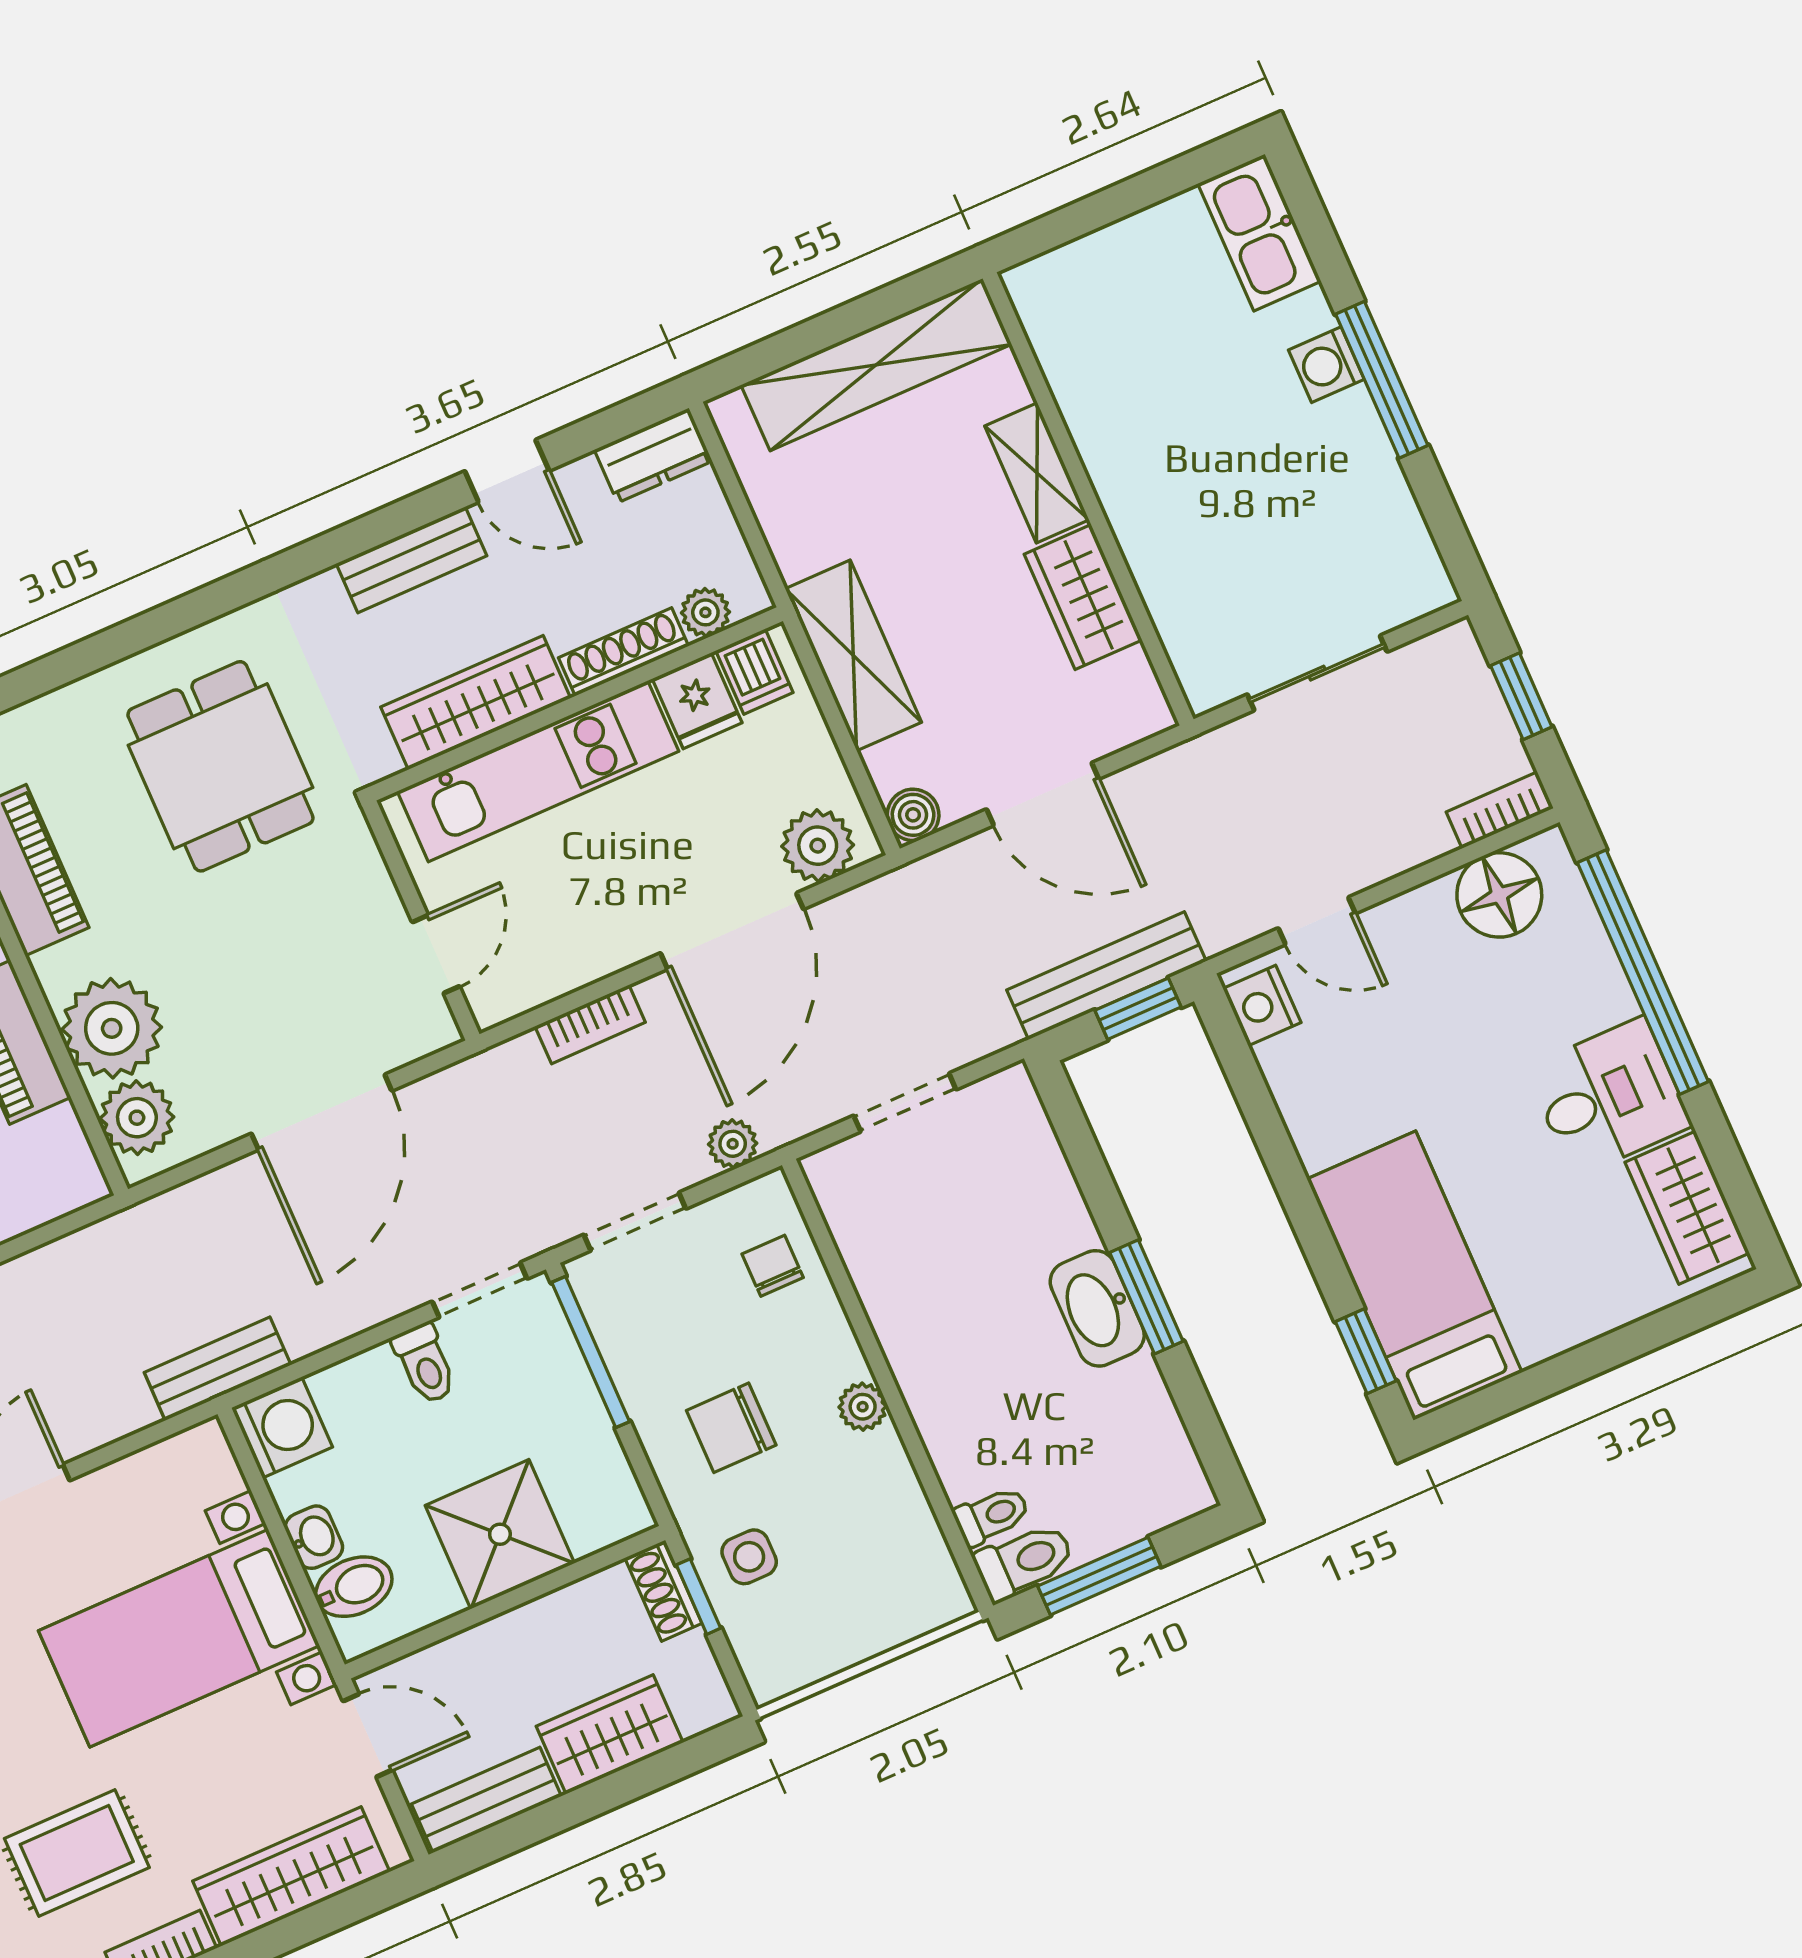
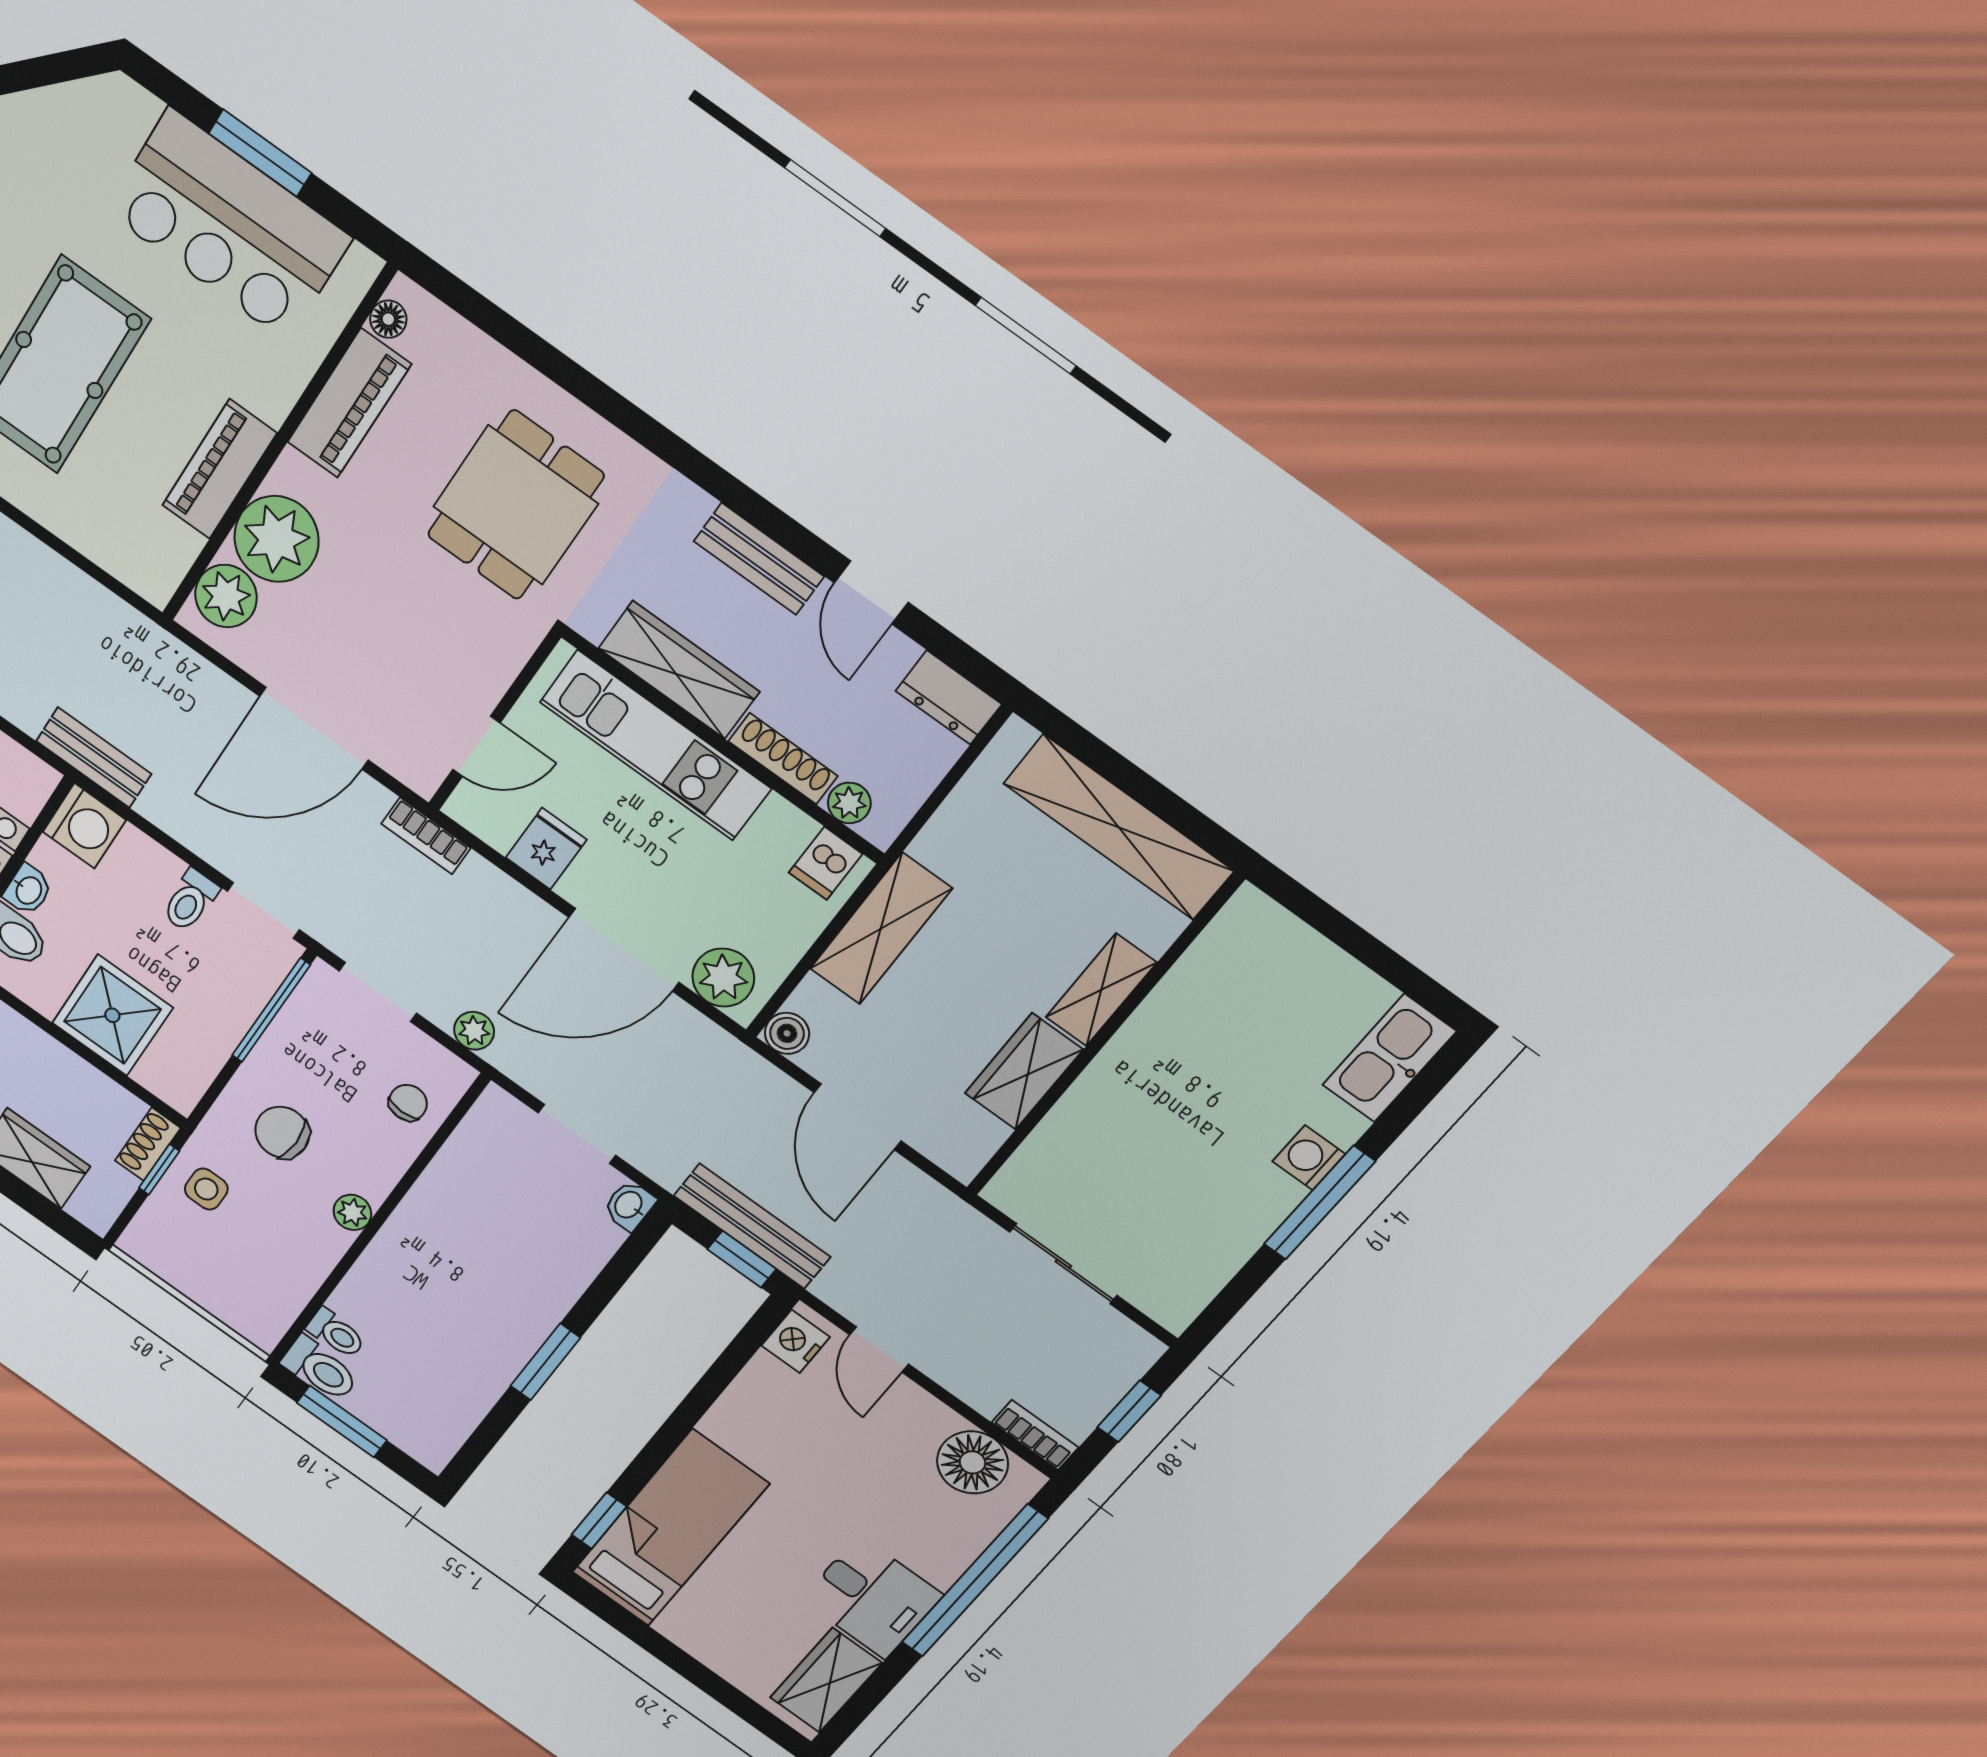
fridge: (697, 701) -> (546, 849), moved, turned 180
bookcase: (590, 1024) -> (426, 836), moved
washbasin: (1097, 1308) -> (629, 1205), moved, width x0.52, depth x0.69

